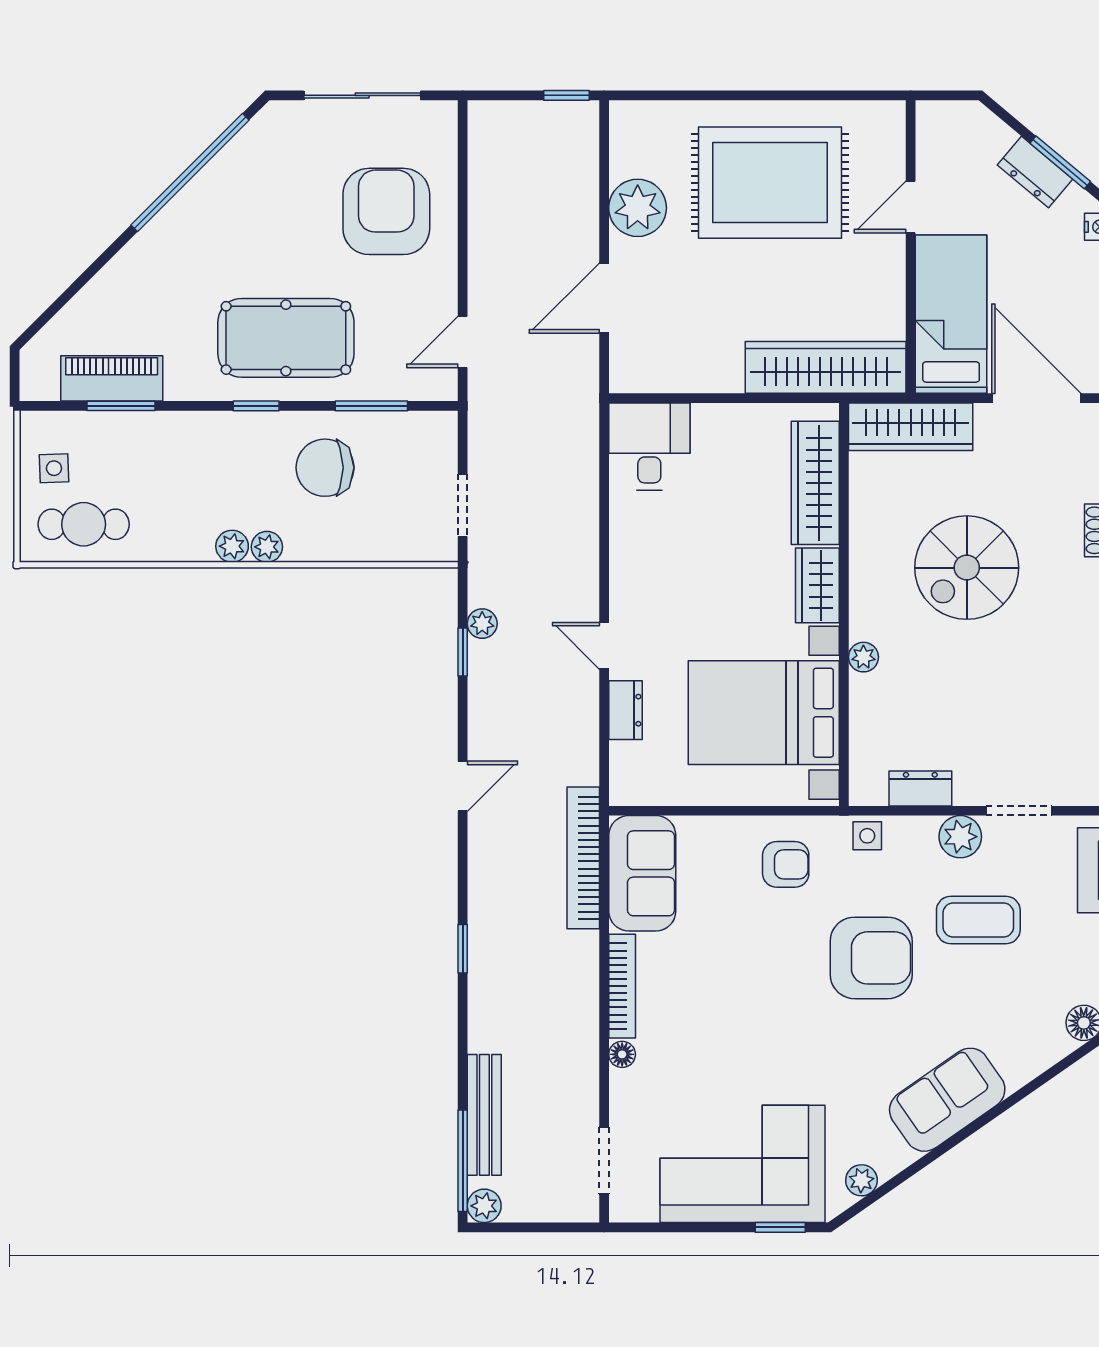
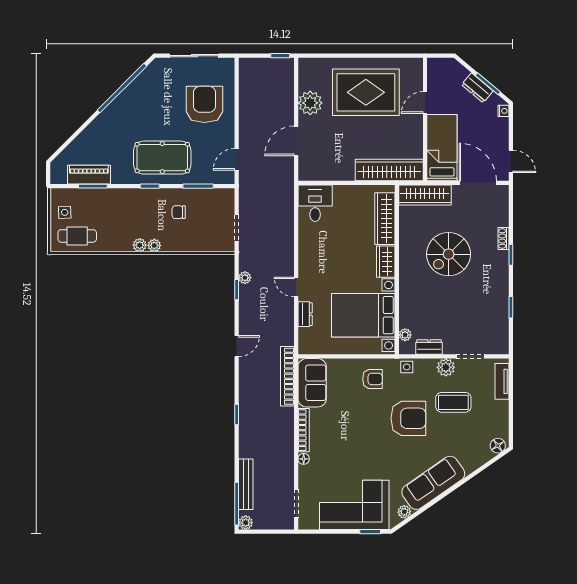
chair: (325, 468) -> (179, 212), width x0.54, depth x0.54
plant: (863, 657) -> (405, 335), moved
sofa: (947, 1100) -> (433, 483), width x1.36

